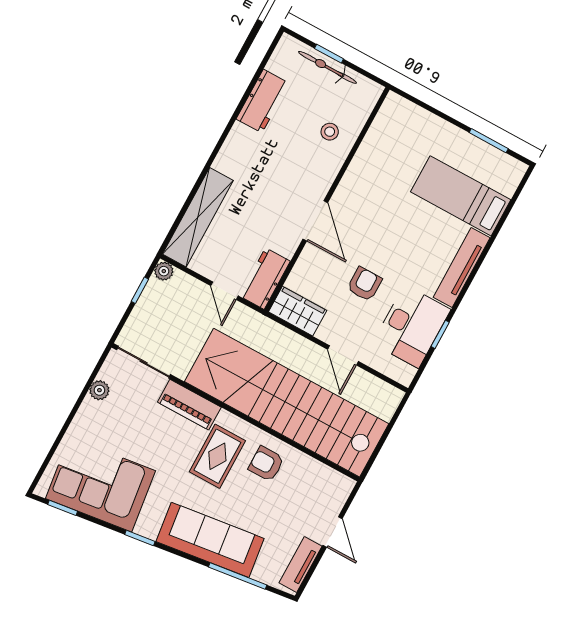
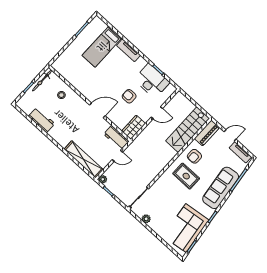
bicycle: (327, 67) -> (42, 80), moved
tv unit: (462, 268) -> (129, 50), width x0.71
stairs: (287, 403) -> (188, 130), width x0.54, depth x0.66
piano: (189, 405) -> (207, 133), moved

